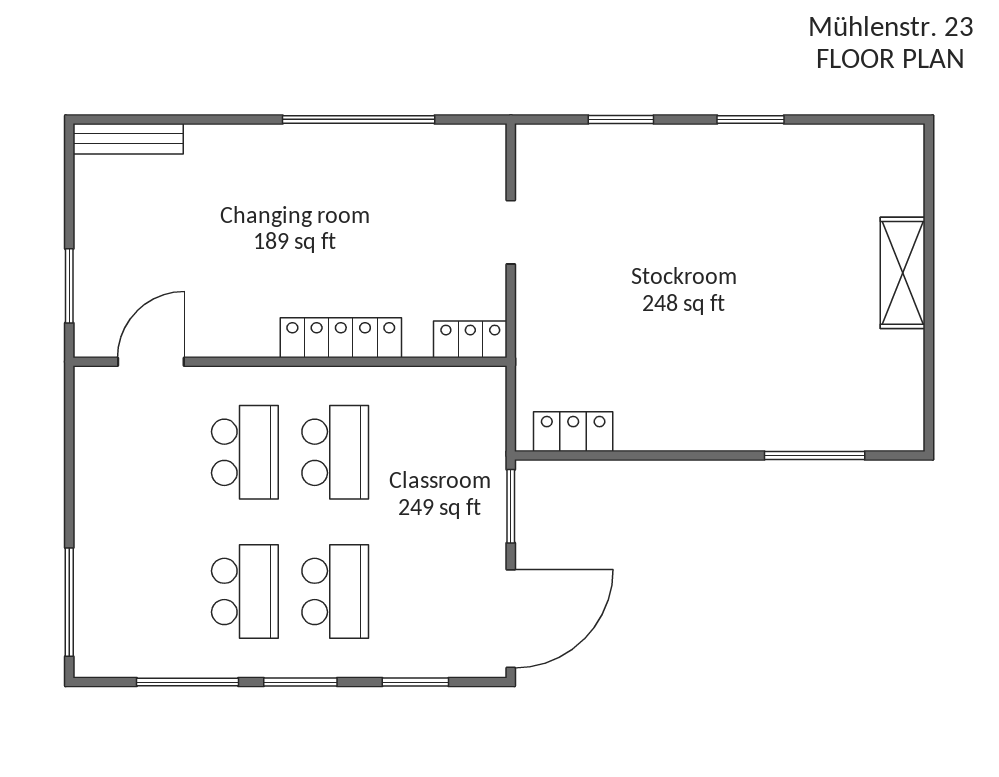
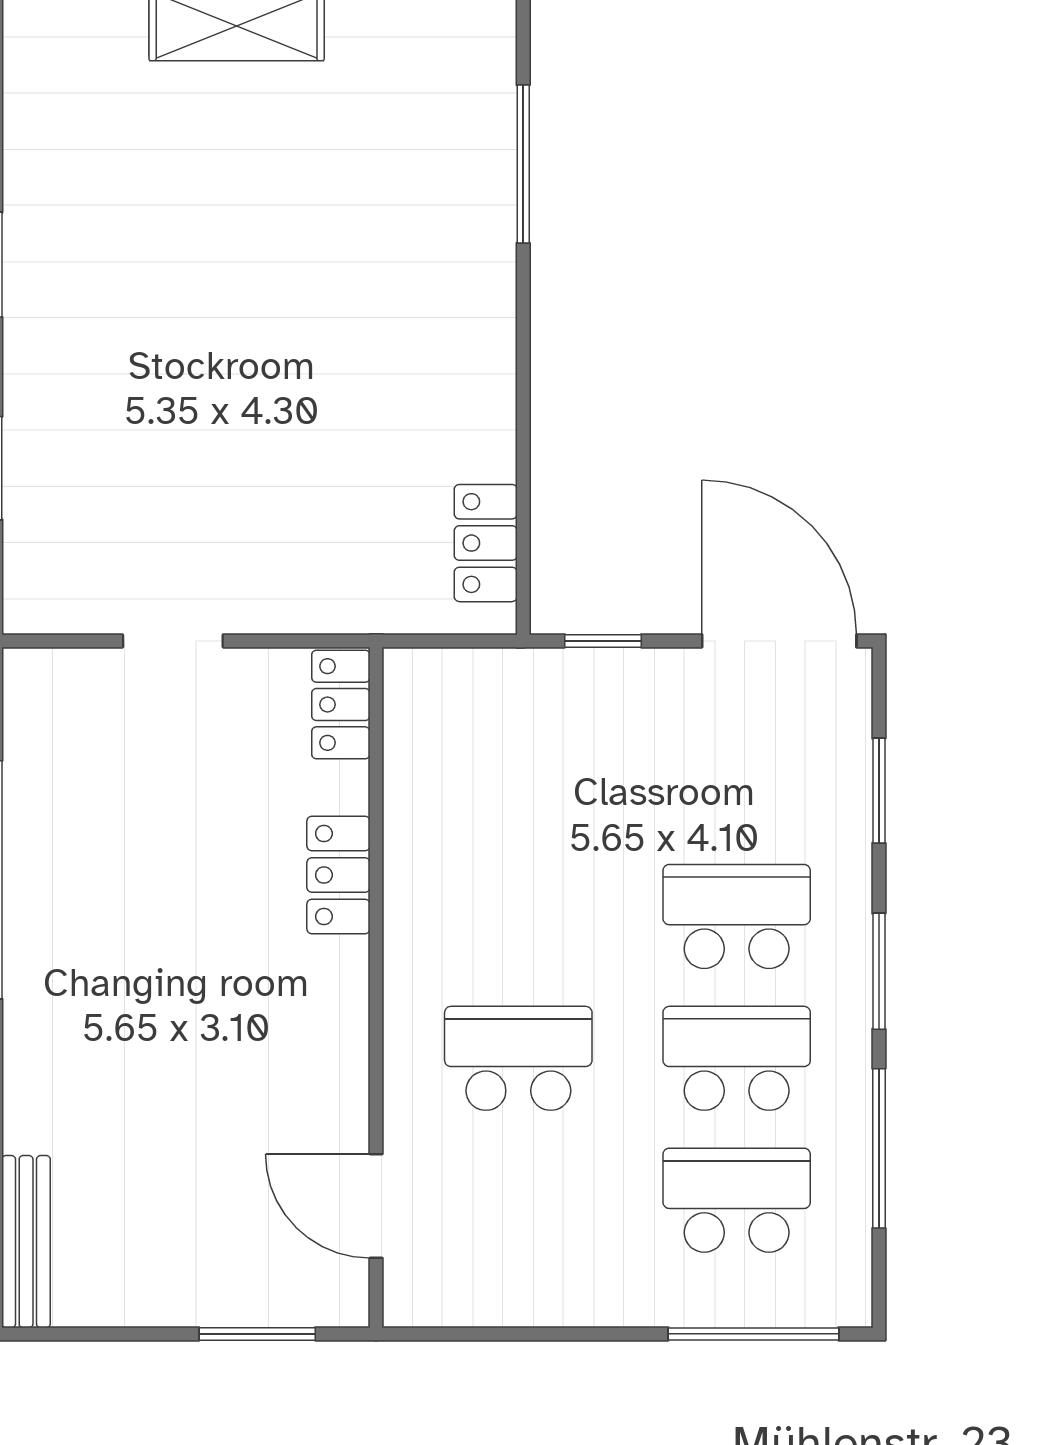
locker: (341, 338) -> (338, 875), width x0.66
school desk: (335, 452) -> (737, 1200), moved
window: (511, 506) -> (603, 641), width x0.67

